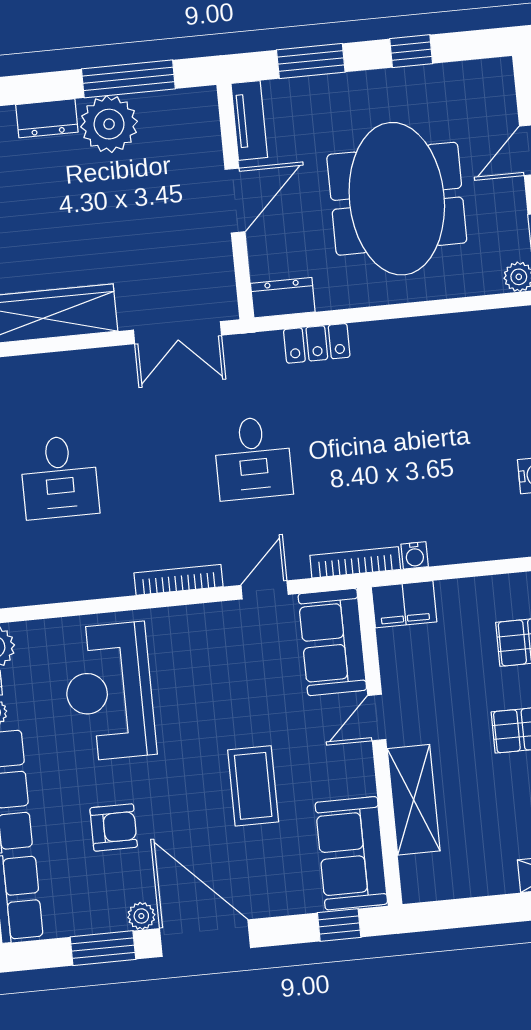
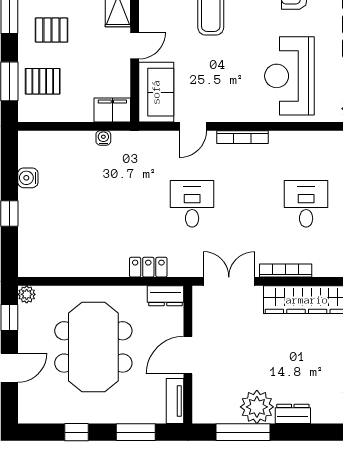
bookcase: (355, 562) -> (286, 270), moved, turned 180
reception desk: (109, 692) -> (289, 76), turned 180

